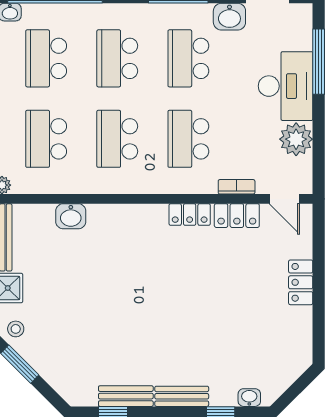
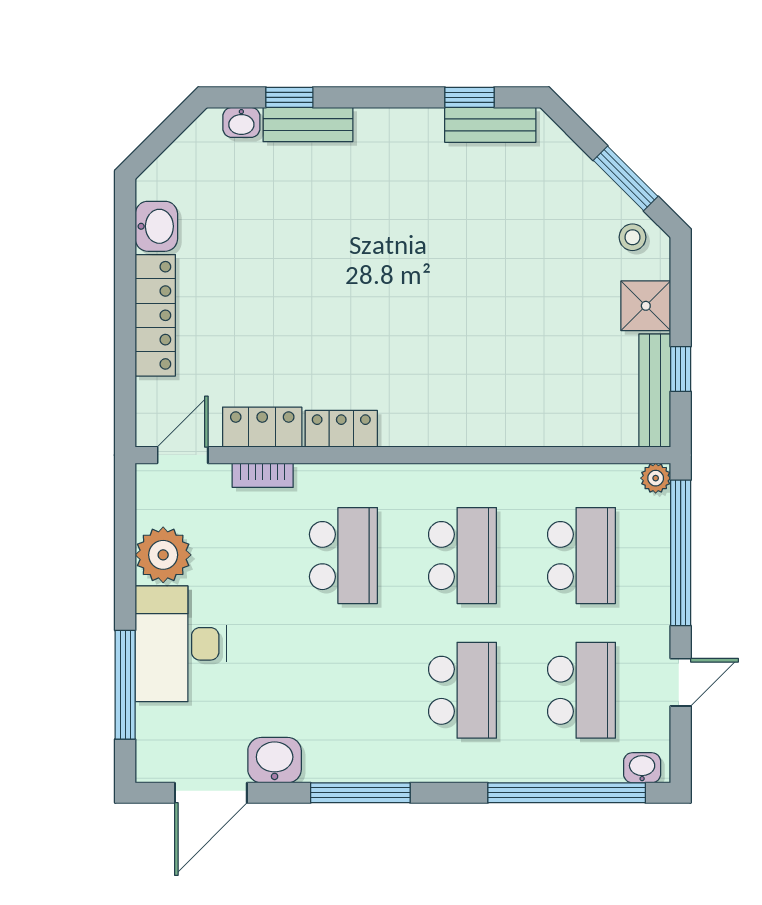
school desk: (188, 58) -> (343, 690), removed
door: (284, 199) -> (183, 455), hinge flipped
washbasin: (71, 216) -> (156, 226), moved, turned 90
locker: (301, 282) -> (155, 315), width x1.53
bench: (126, 396) -> (490, 125), moved
bench: (182, 396) -> (308, 125), moved

